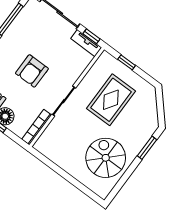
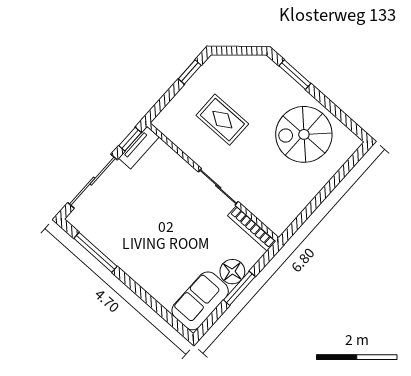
window: (127, 62) -> (190, 72), moved
armchair: (32, 71) -> (172, 228), removed
rug: (111, 100) -> (222, 120), width x0.73, depth x0.70

